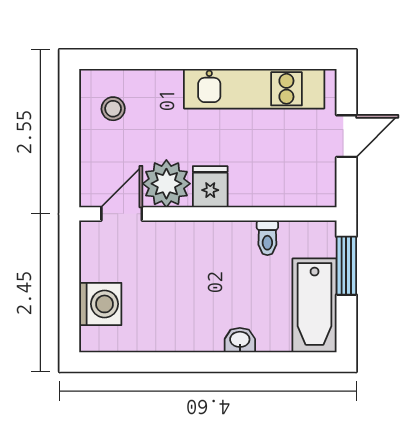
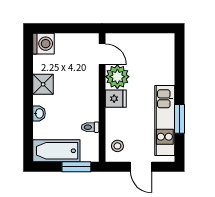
window: (251, 59) -> (179, 119), added
stool: (113, 109) -> (117, 146), moved
washing machine: (100, 304) -> (44, 44), moved, turned -90
shower: (182, 332) -> (43, 84), added

